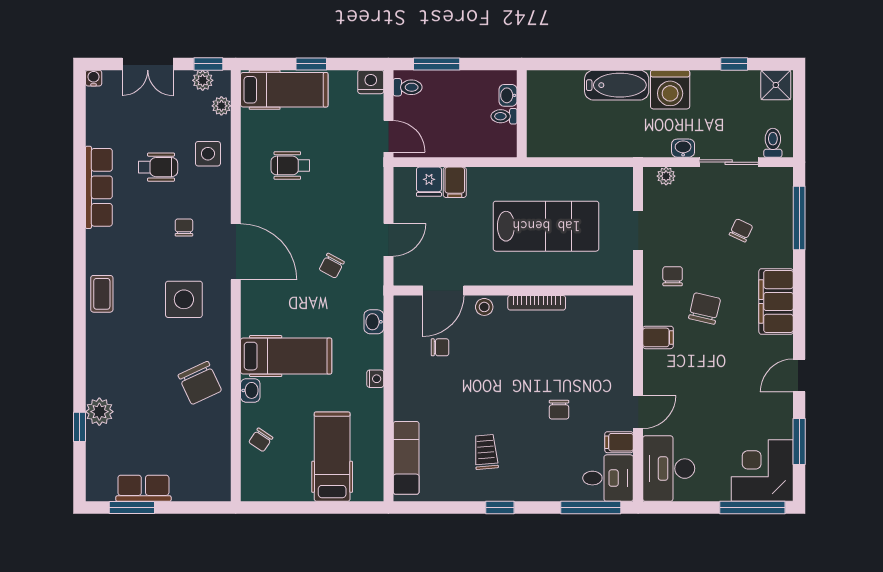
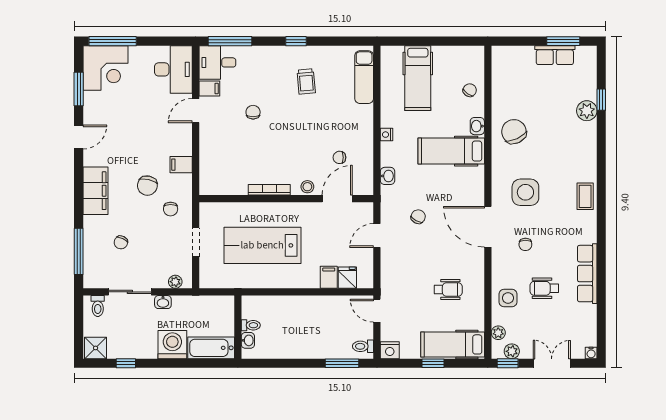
washbasin: (508, 95) -> (248, 340), moved
wall: (522, 114) -> (238, 327), moved
toilet: (504, 116) -> (251, 325), moved

